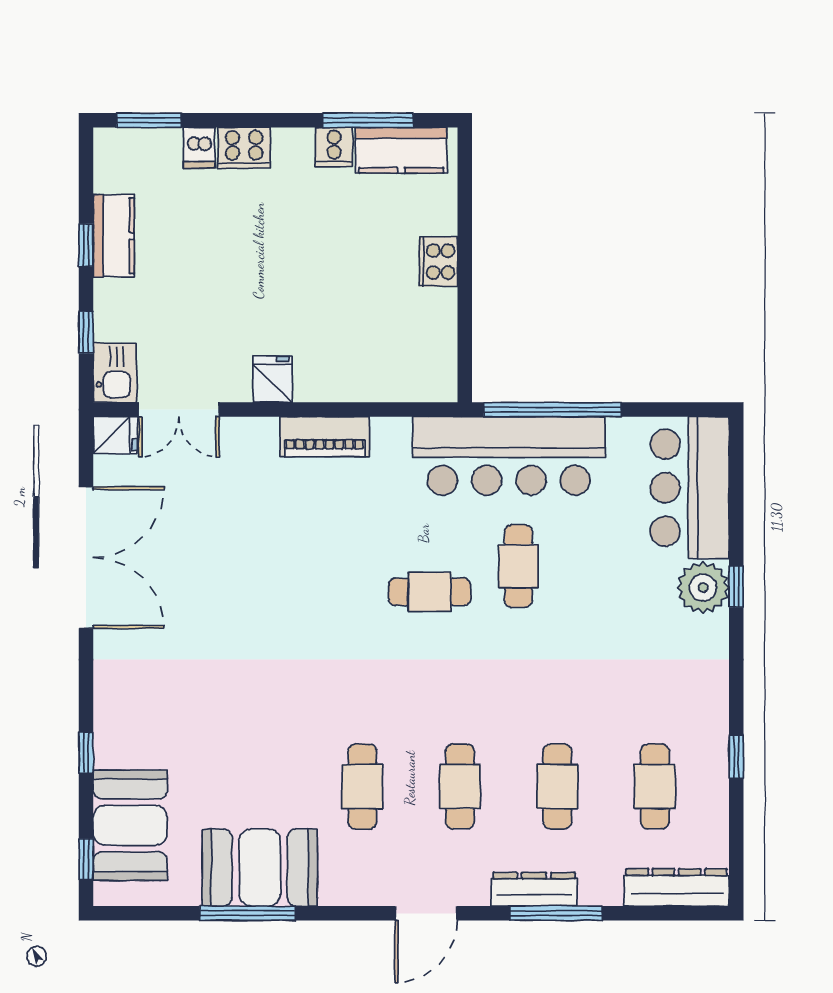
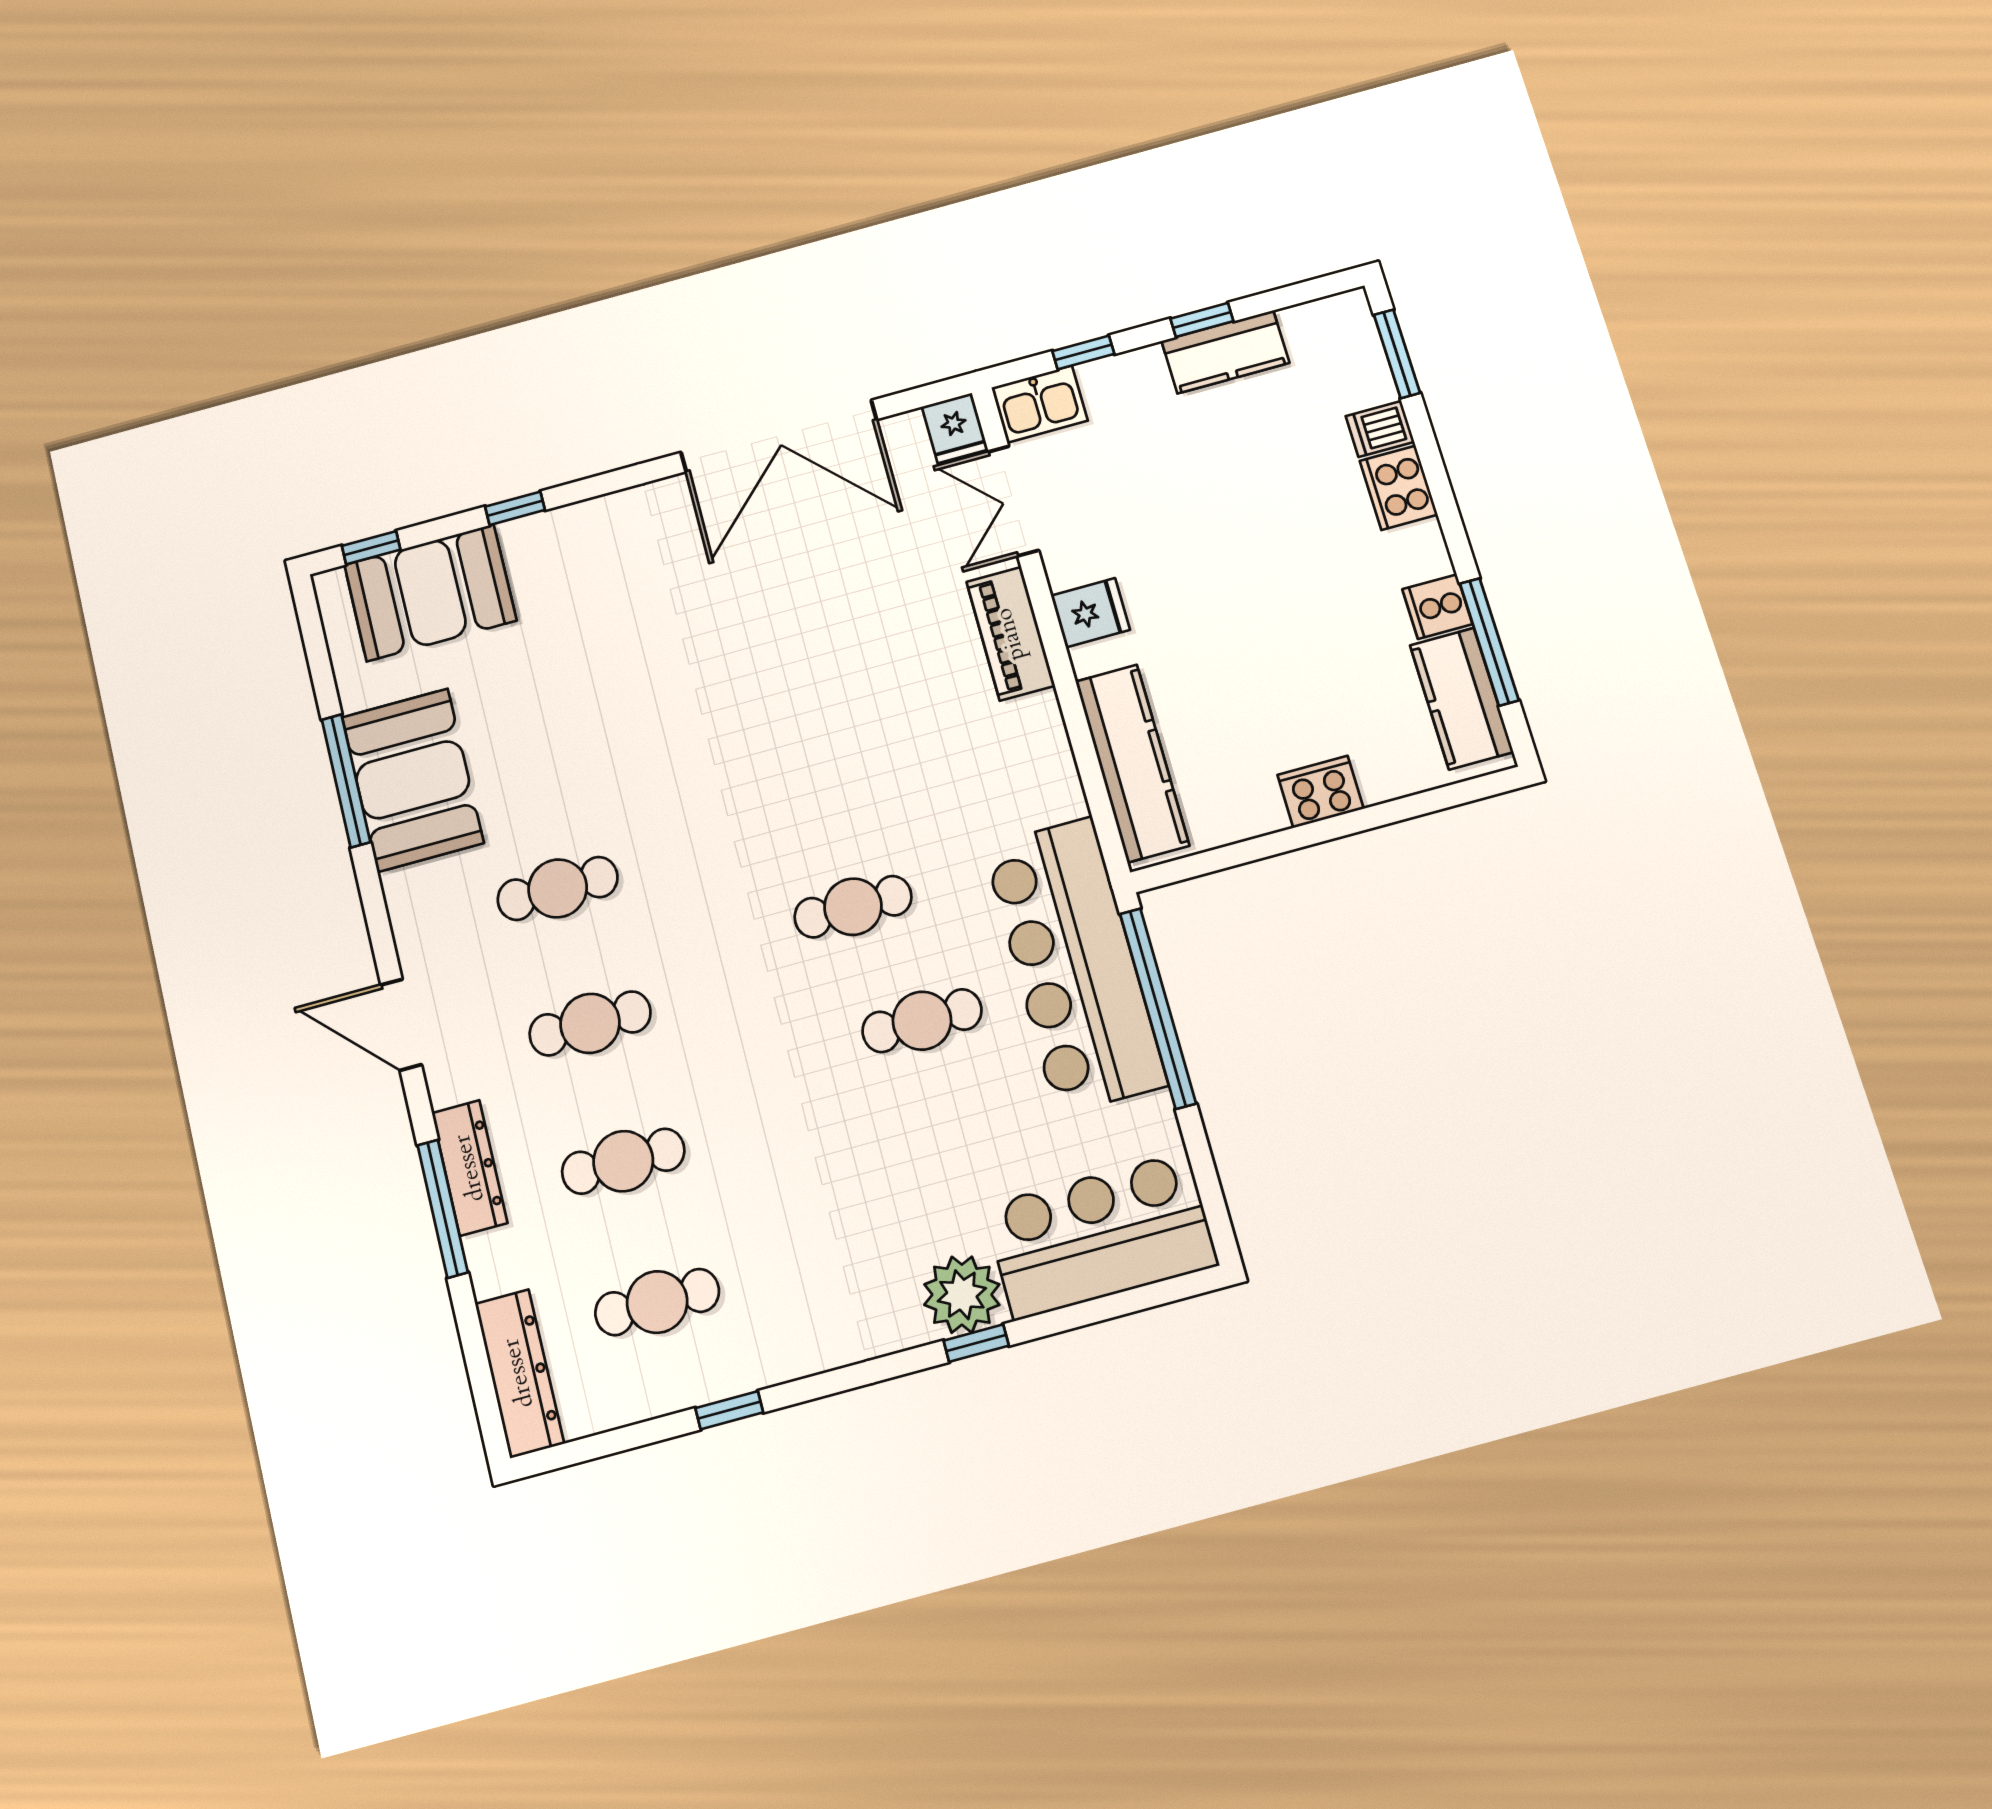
kitchen counter: (384, 380) -> (1132, 763), added
piano: (325, 437) -> (1011, 634), moved
cafe table: (430, 592) -> (853, 907), turned 90

